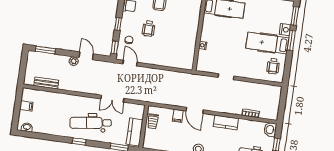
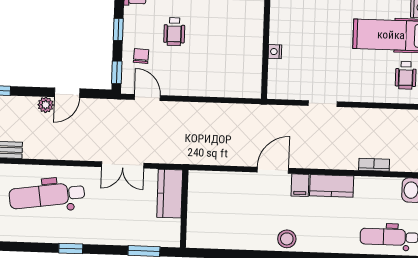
door: (86, 56) -> (67, 93), swing flipped
door: (195, 110) -> (273, 170), swing flipped
filing cabinet: (178, 116) -> (300, 185), moved
trolley: (153, 121) -> (200, 198), removed
dental chair: (91, 123) -> (47, 195), moved
kitchen counter: (134, 132) -> (170, 194), moved

